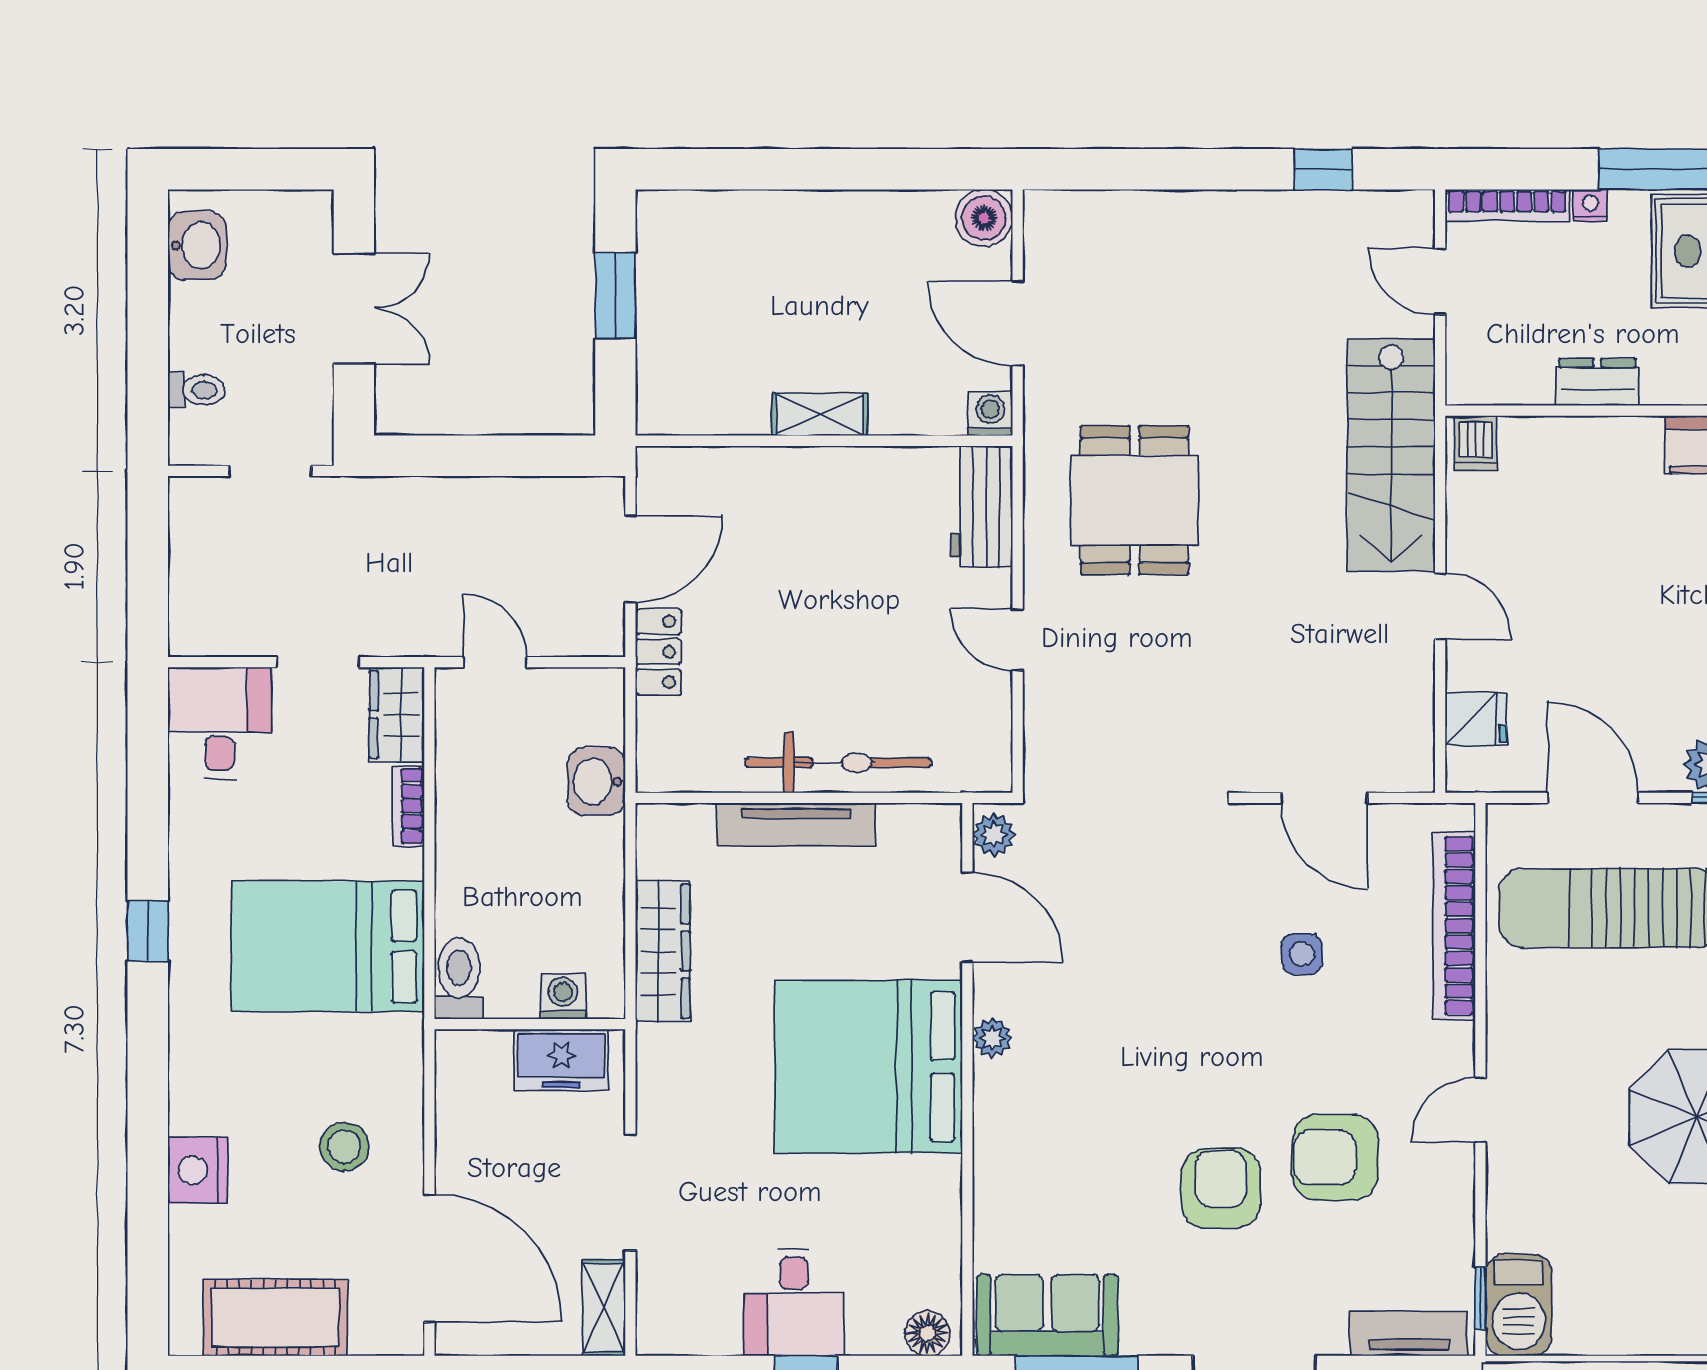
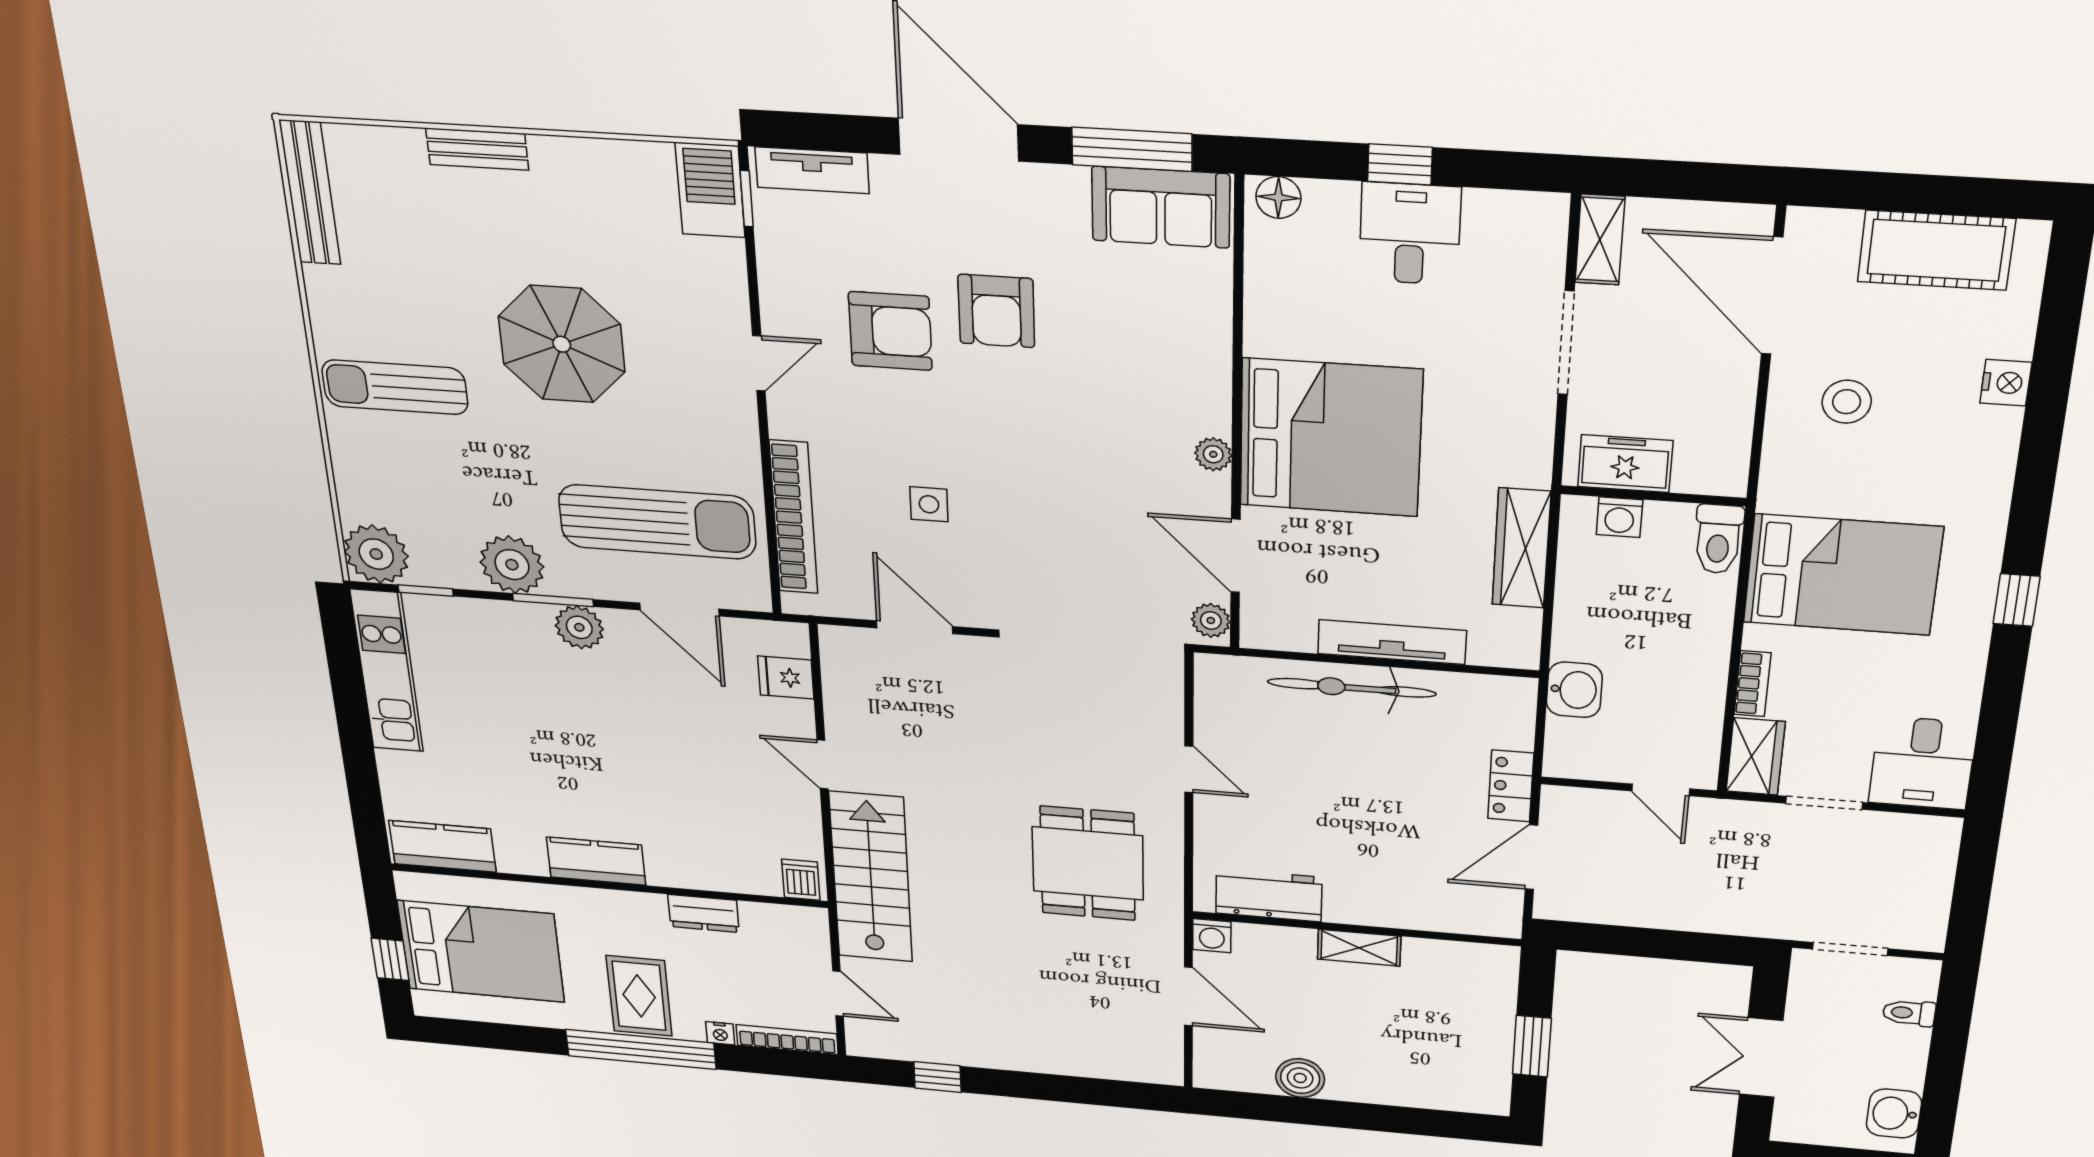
boiler: (984, 218) -> (1300, 1078), moved
workbench: (981, 506) -> (1269, 895), moved, turned -90
nightstand: (198, 1170) -> (2006, 383), width x0.74, depth x0.75

